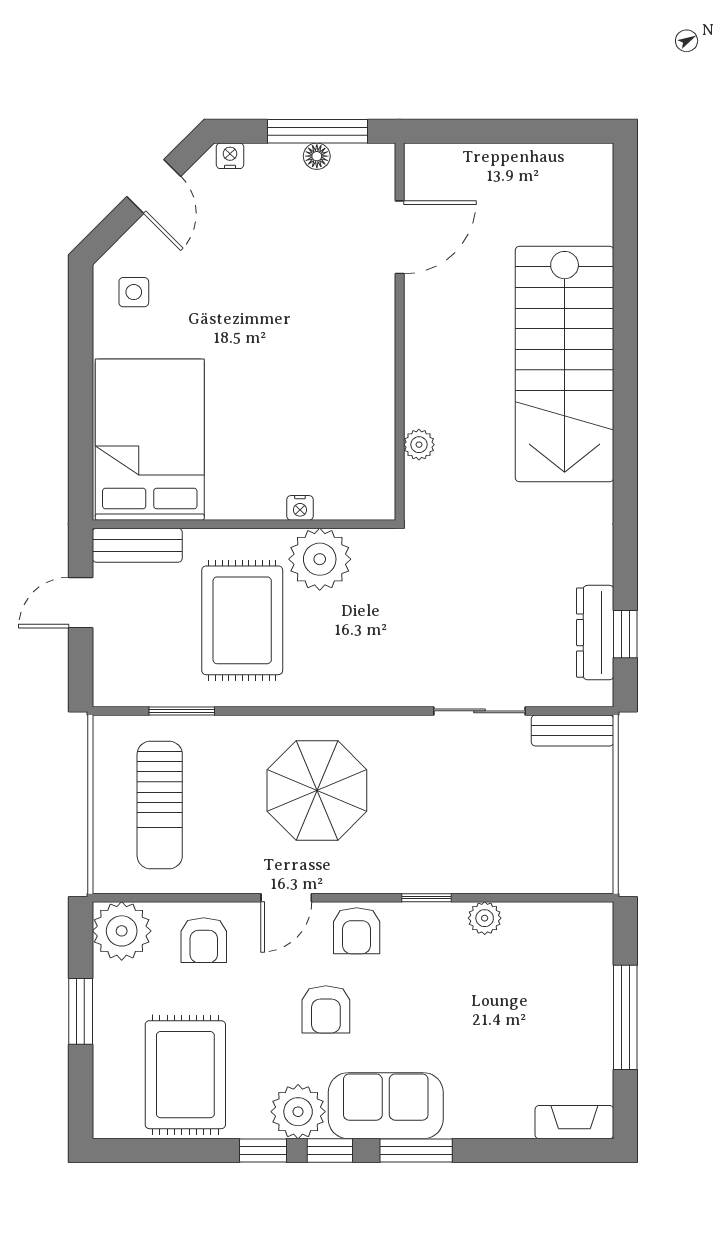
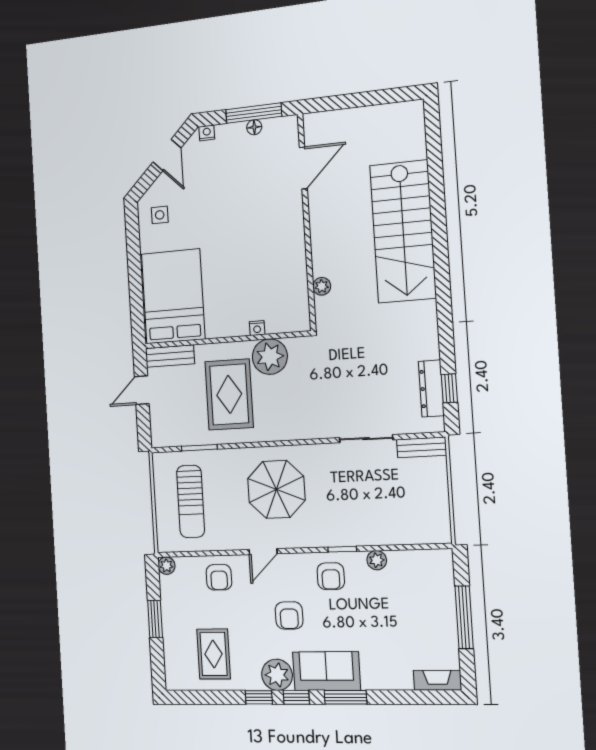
plant: (122, 931) -> (167, 566), width x0.53, depth x0.53
armchair: (357, 931) -> (331, 576), moved
rug: (185, 1075) -> (214, 654), width x0.73, depth x0.70

